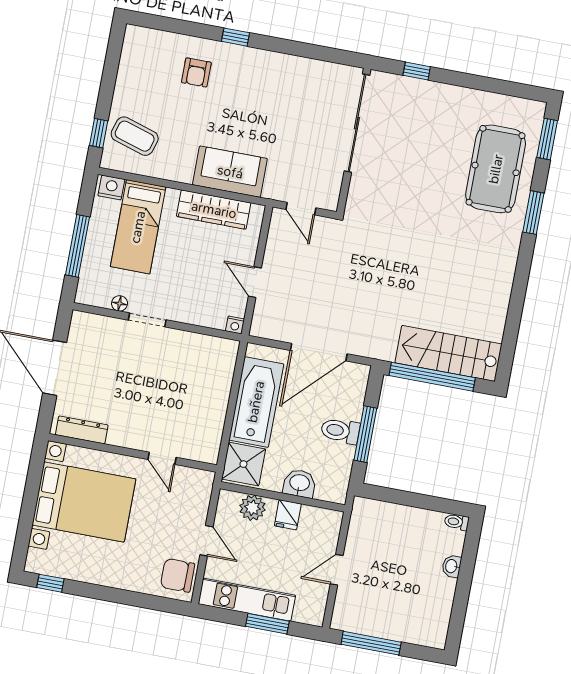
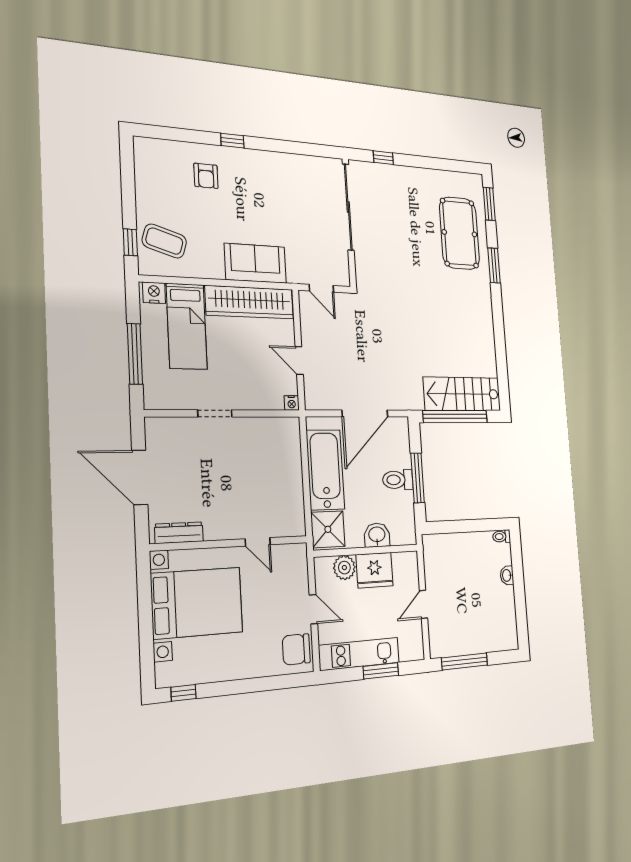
wardrobe: (214, 210) -> (250, 302), width x1.40, depth x1.17
floor lamp: (120, 303) -> (186, 402), removed
fridge: (288, 515) -> (375, 570), width x1.88, depth x1.34

